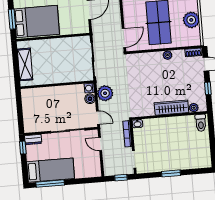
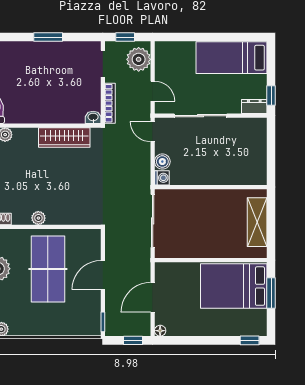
door: (124, 38) -> (103, 275), moved
plant: (105, 93) -> (139, 59), moved
wardrobe: (171, 108) -> (64, 138), moved
window: (50, 184) -> (234, 37), removed

